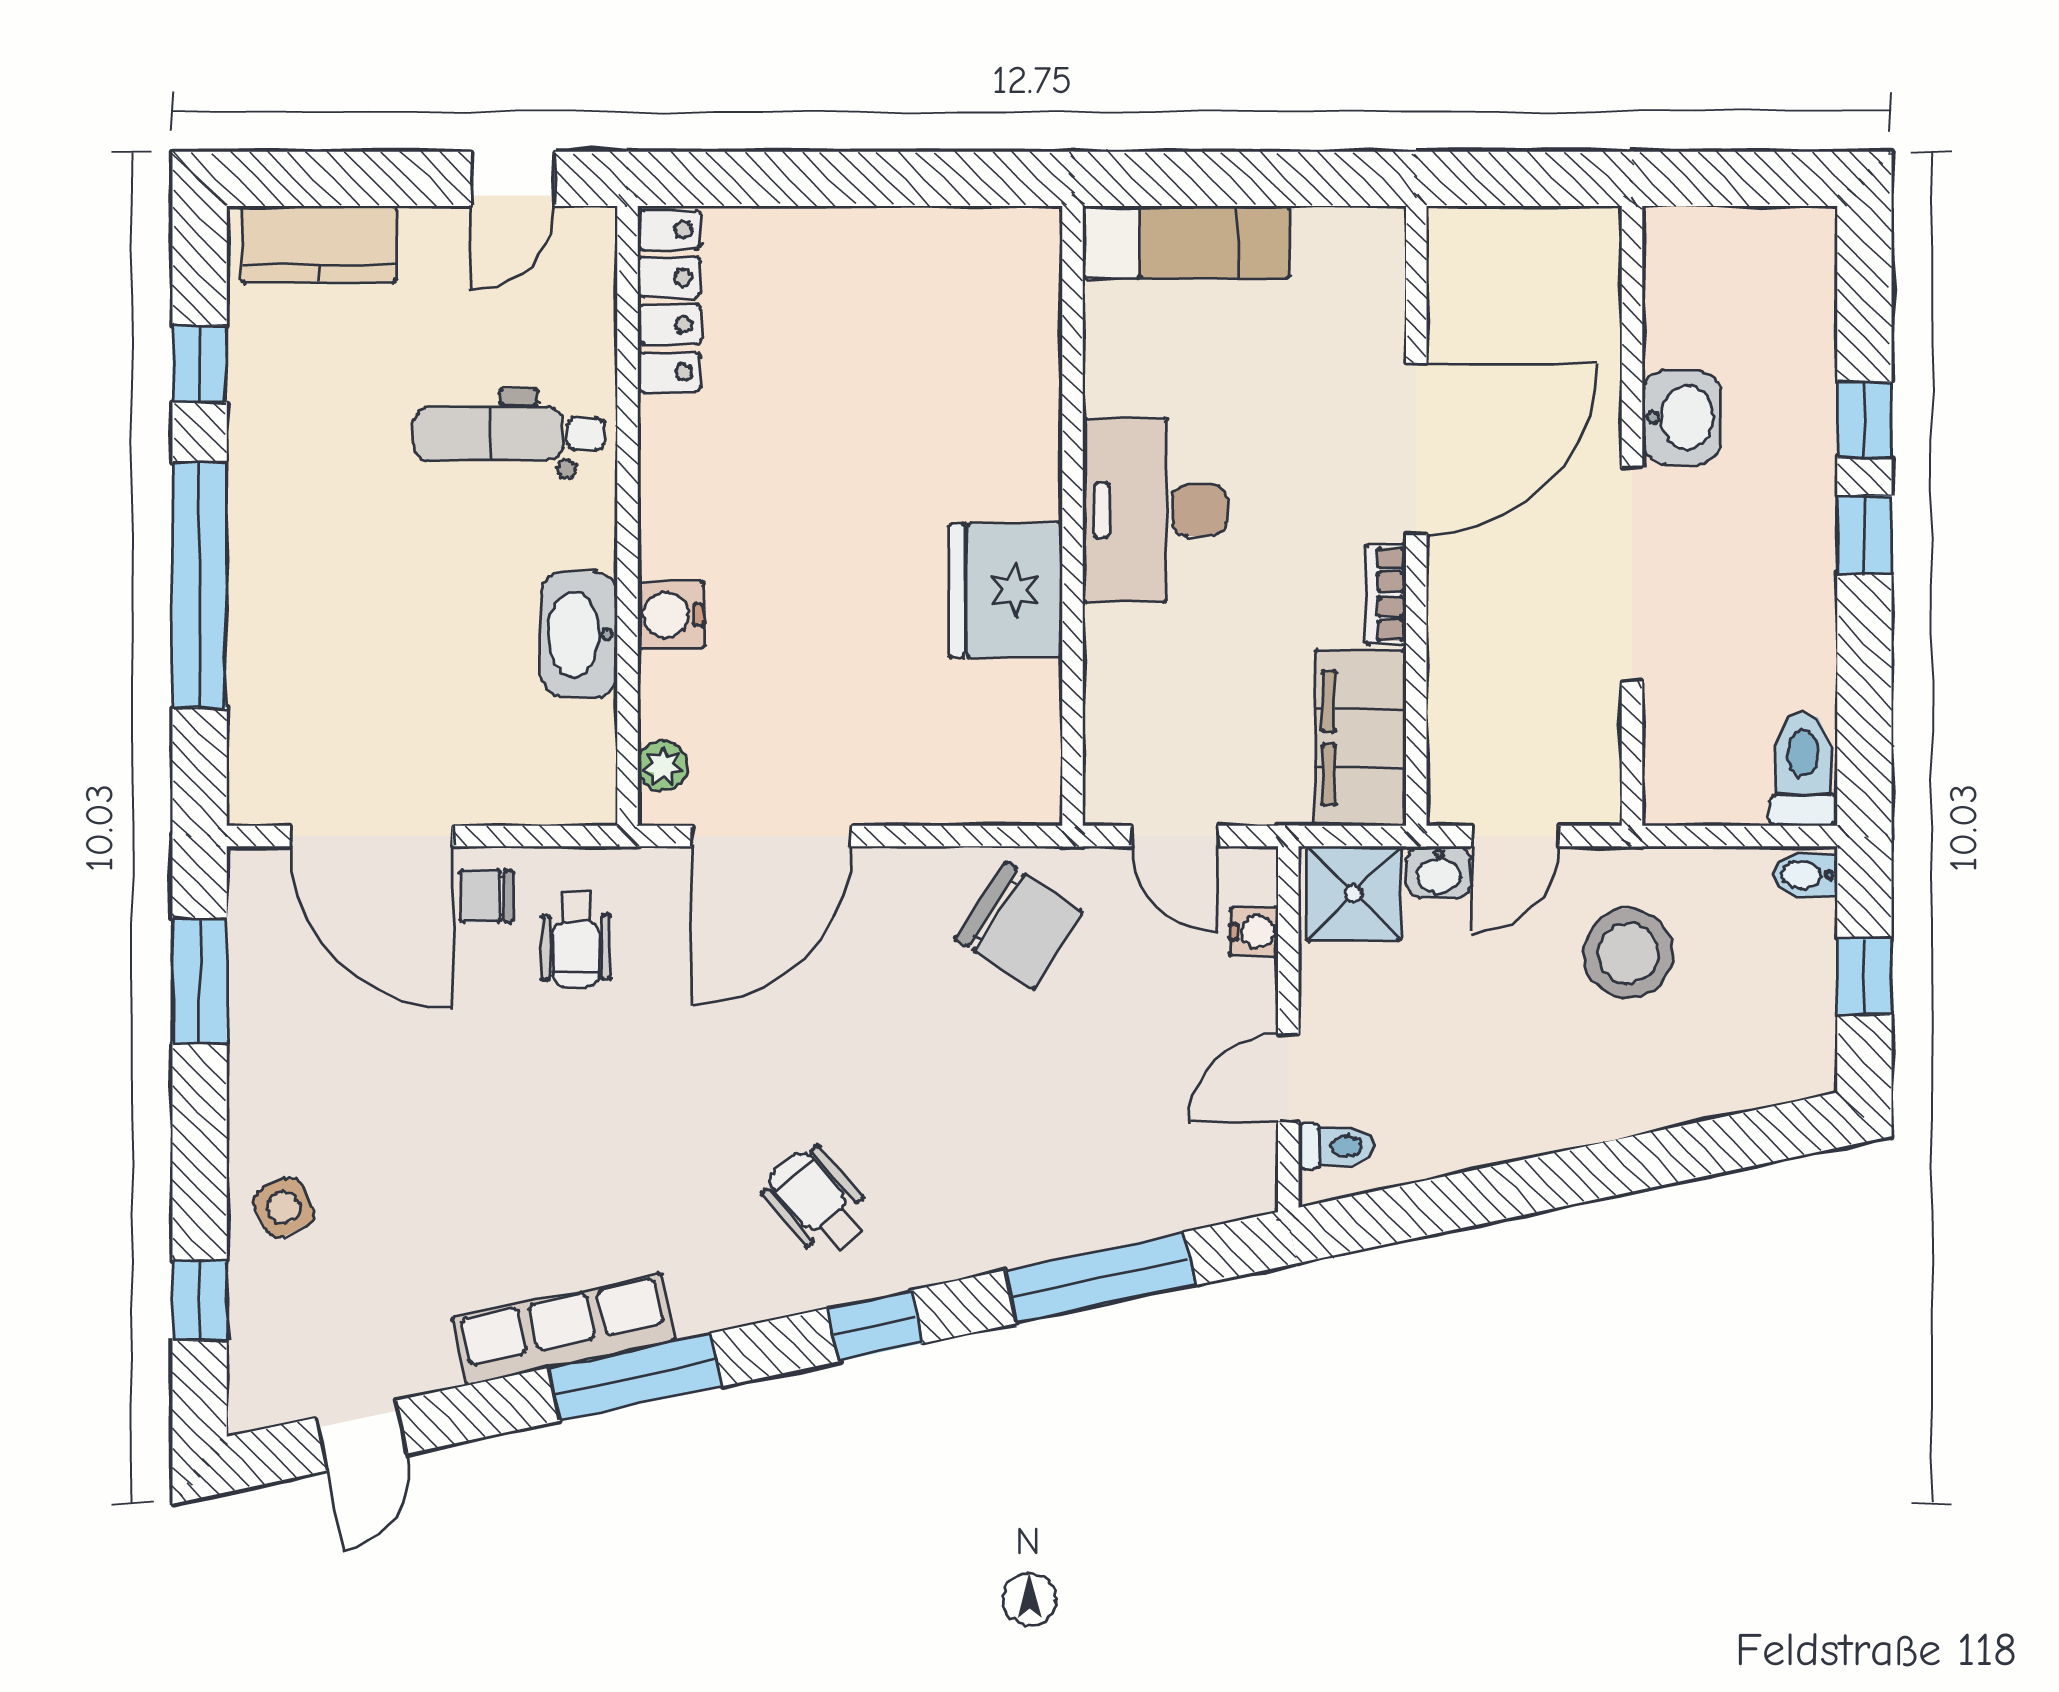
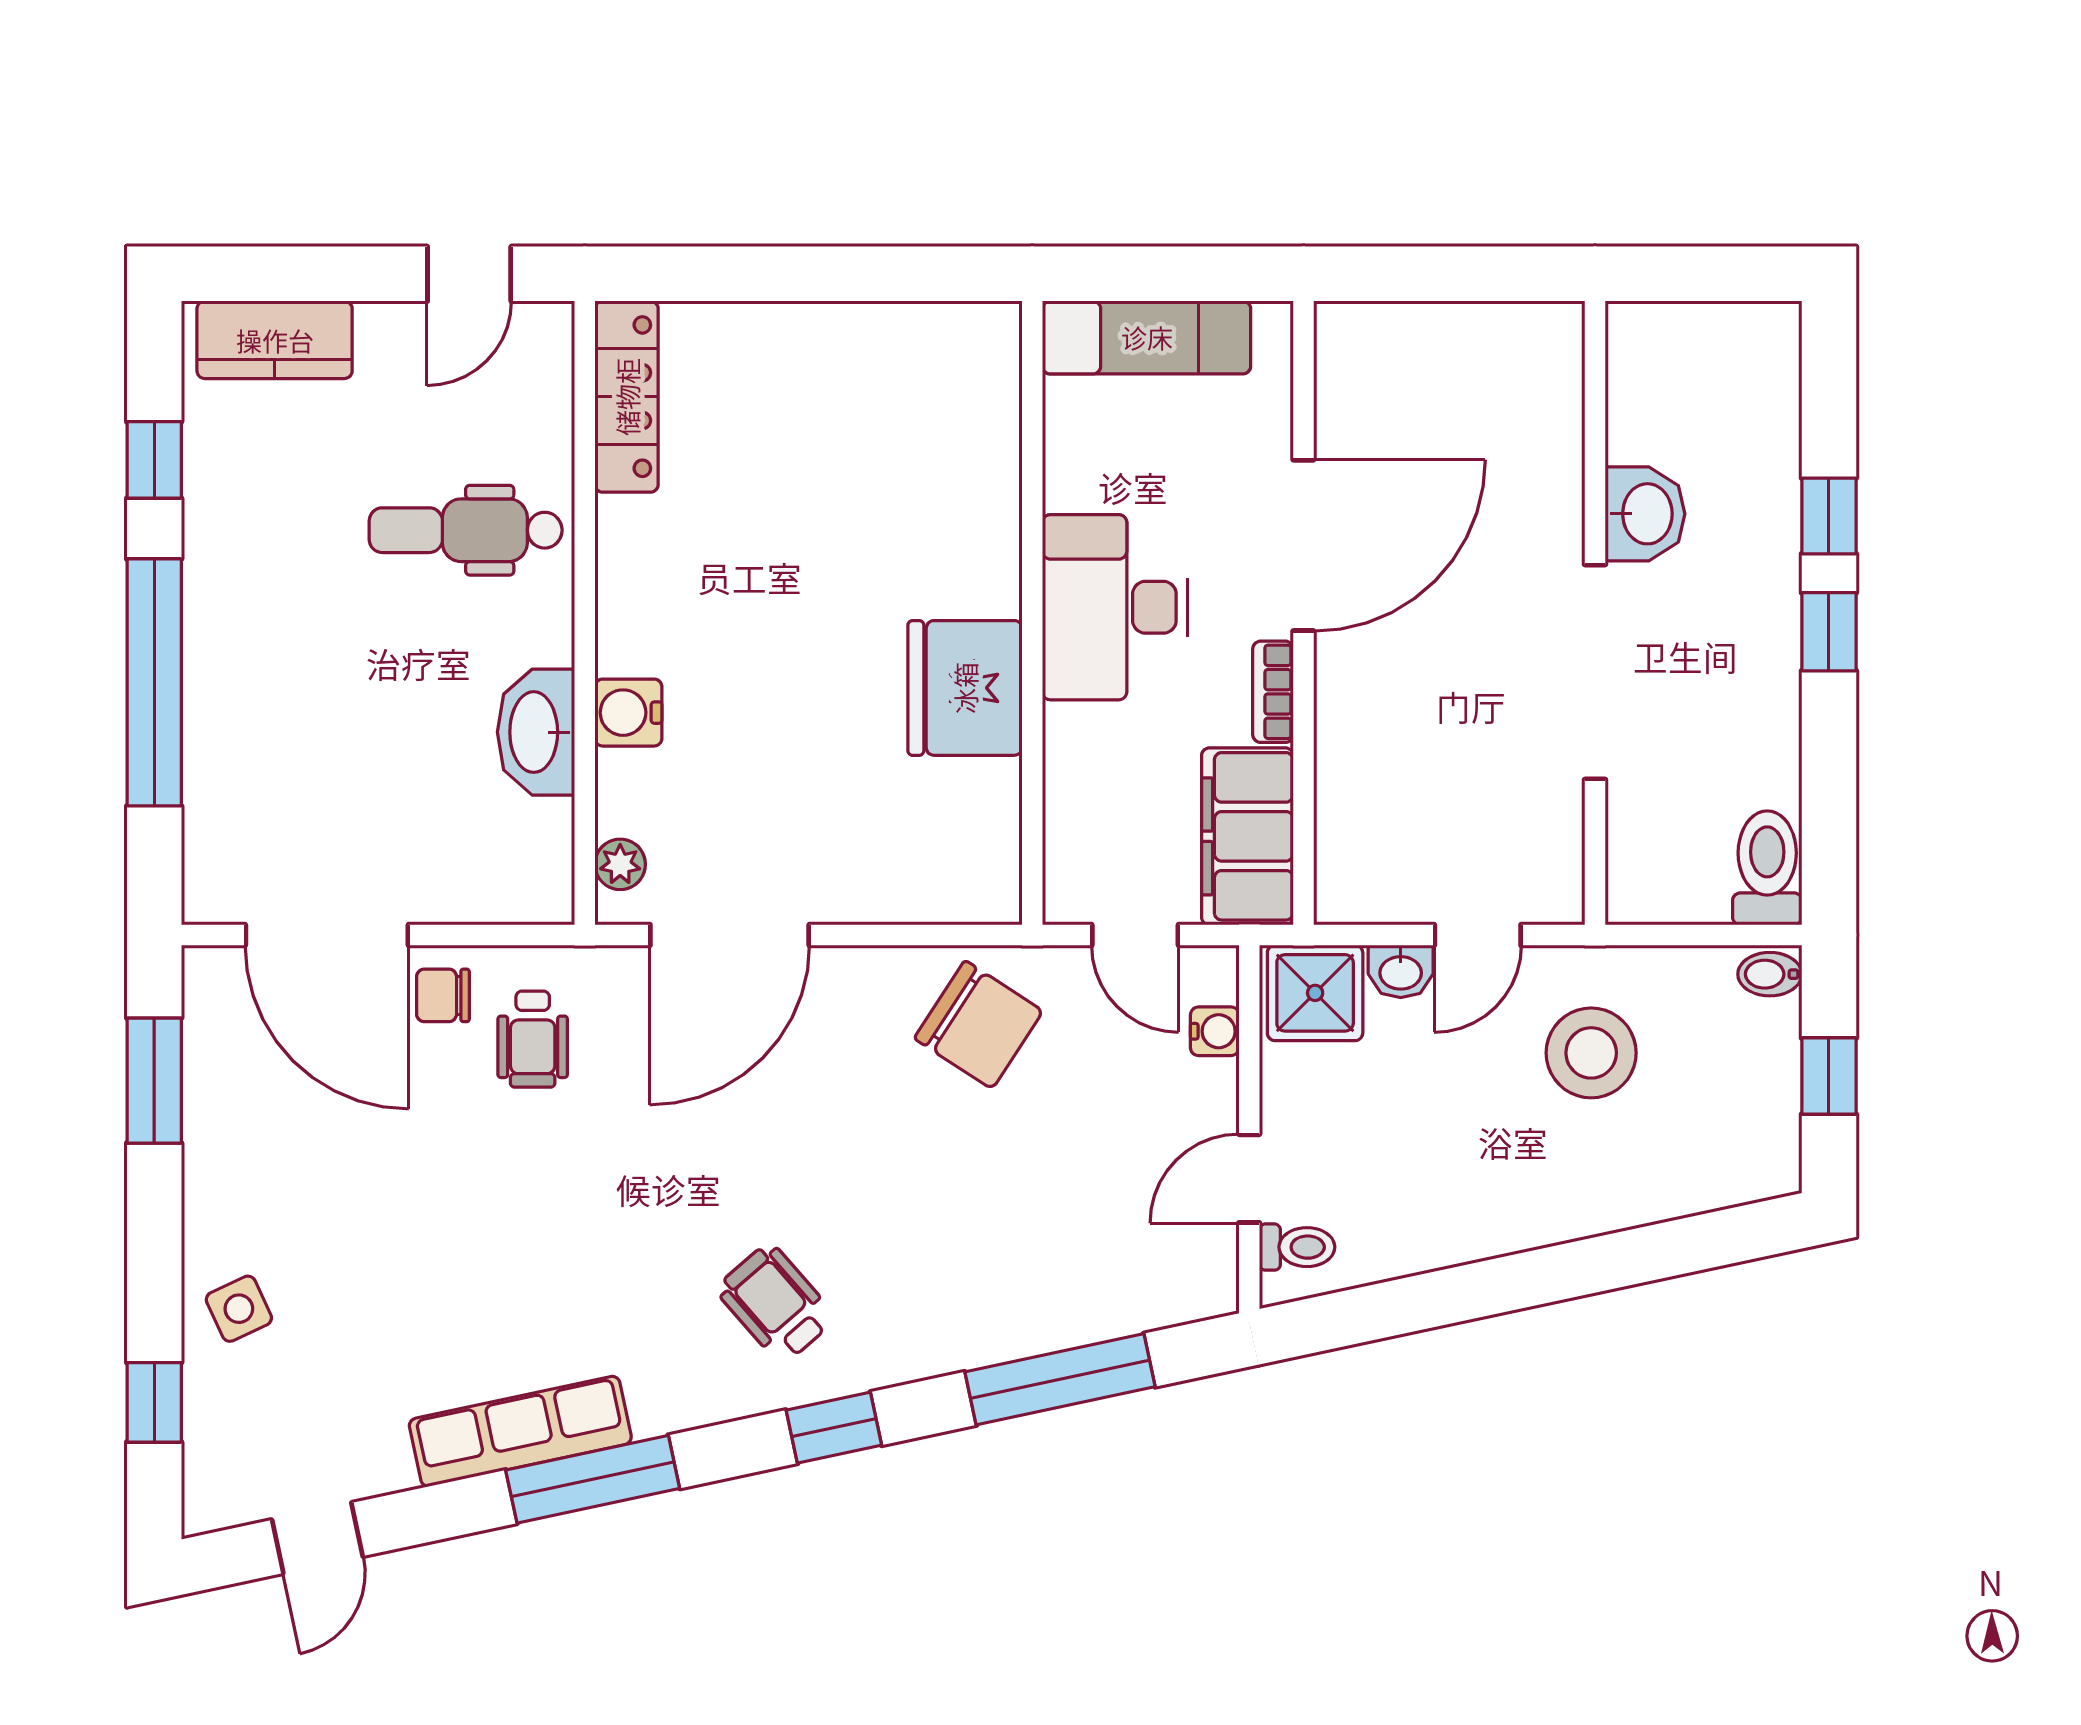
door: (1416, 449) -> (1303, 545), moved
wall: (1416, 516) -> (1303, 613), moved
bookcase: (1386, 594) -> (1273, 692), moved
filing cabinet: (1361, 738) -> (1247, 836), moved

